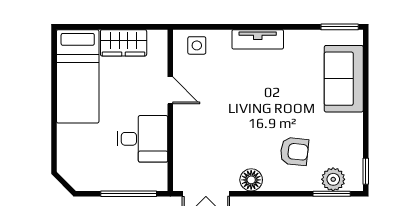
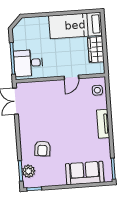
desk: (142, 139) -> (28, 63), moved, turned 90
floor lamp: (251, 180) -> (25, 126), removed

